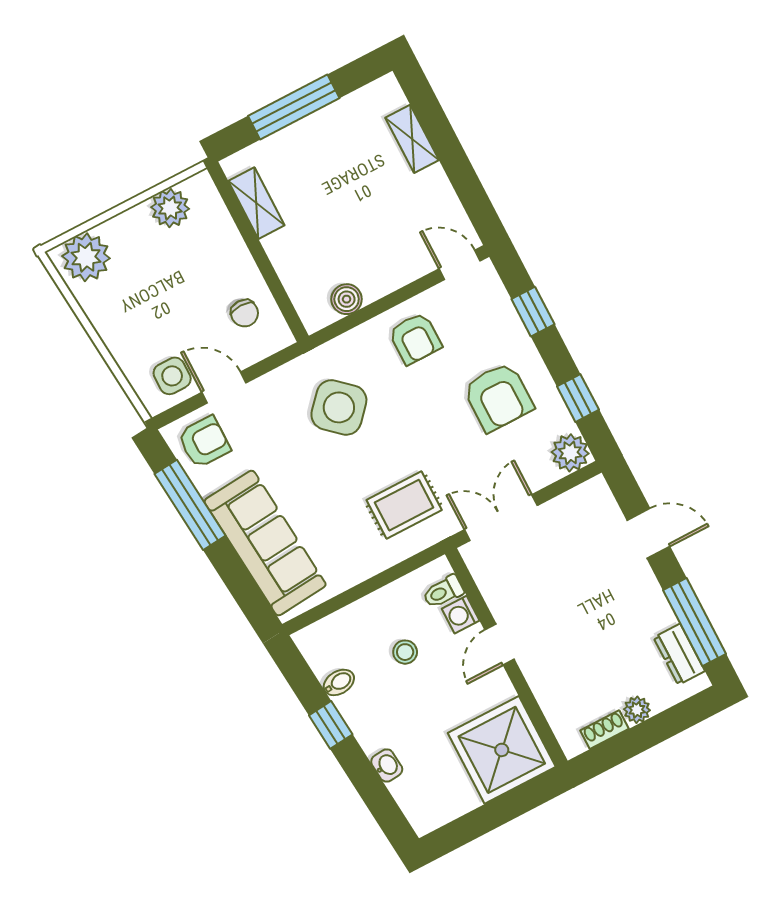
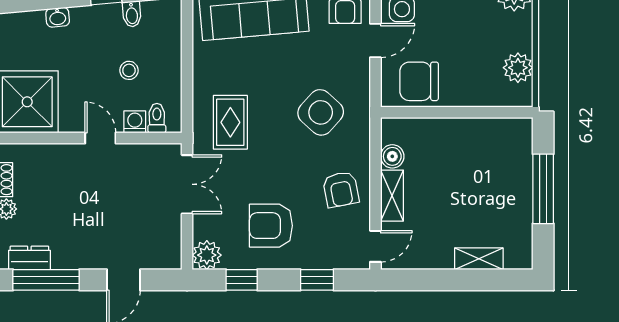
shelving: (256, 203) -> (392, 196), moved, turned 90
chair: (245, 313) -> (419, 81), width x1.87, depth x1.87
armchair: (415, 338) -> (341, 189), turned -101

